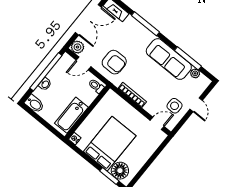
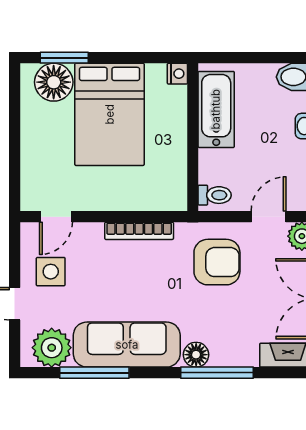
floor lamp: (148, 36) -> (196, 355), added
armchair: (114, 62) -> (217, 262), turned 180
plant: (195, 73) -> (52, 348), width x1.88, depth x1.88

